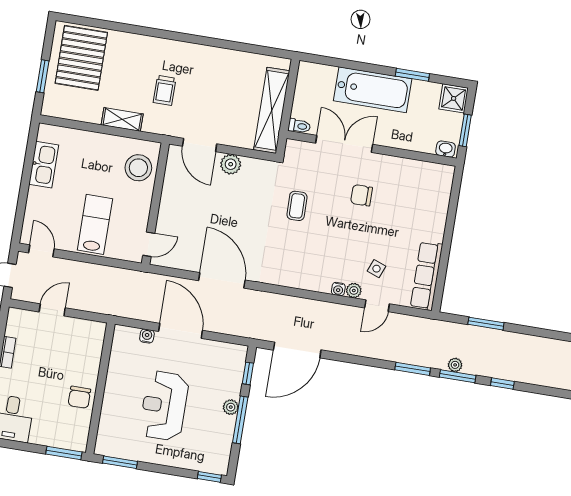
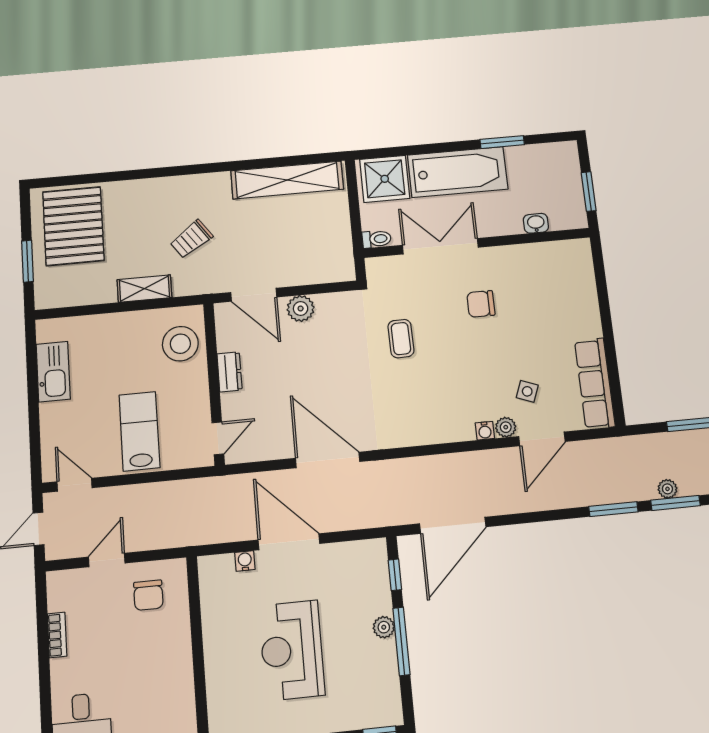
trolley: (165, 90) -> (191, 239), turned 55
shower: (454, 98) -> (385, 179), moved, width x1.36, depth x1.36
shelving: (272, 110) -> (287, 180), moved, turned 90
washbasin: (446, 149) -> (536, 223), moved
dresser: (168, 198) -> (230, 372), added
door: (377, 306) -> (542, 439), width x1.38
chair: (79, 397) -> (148, 595), moved

